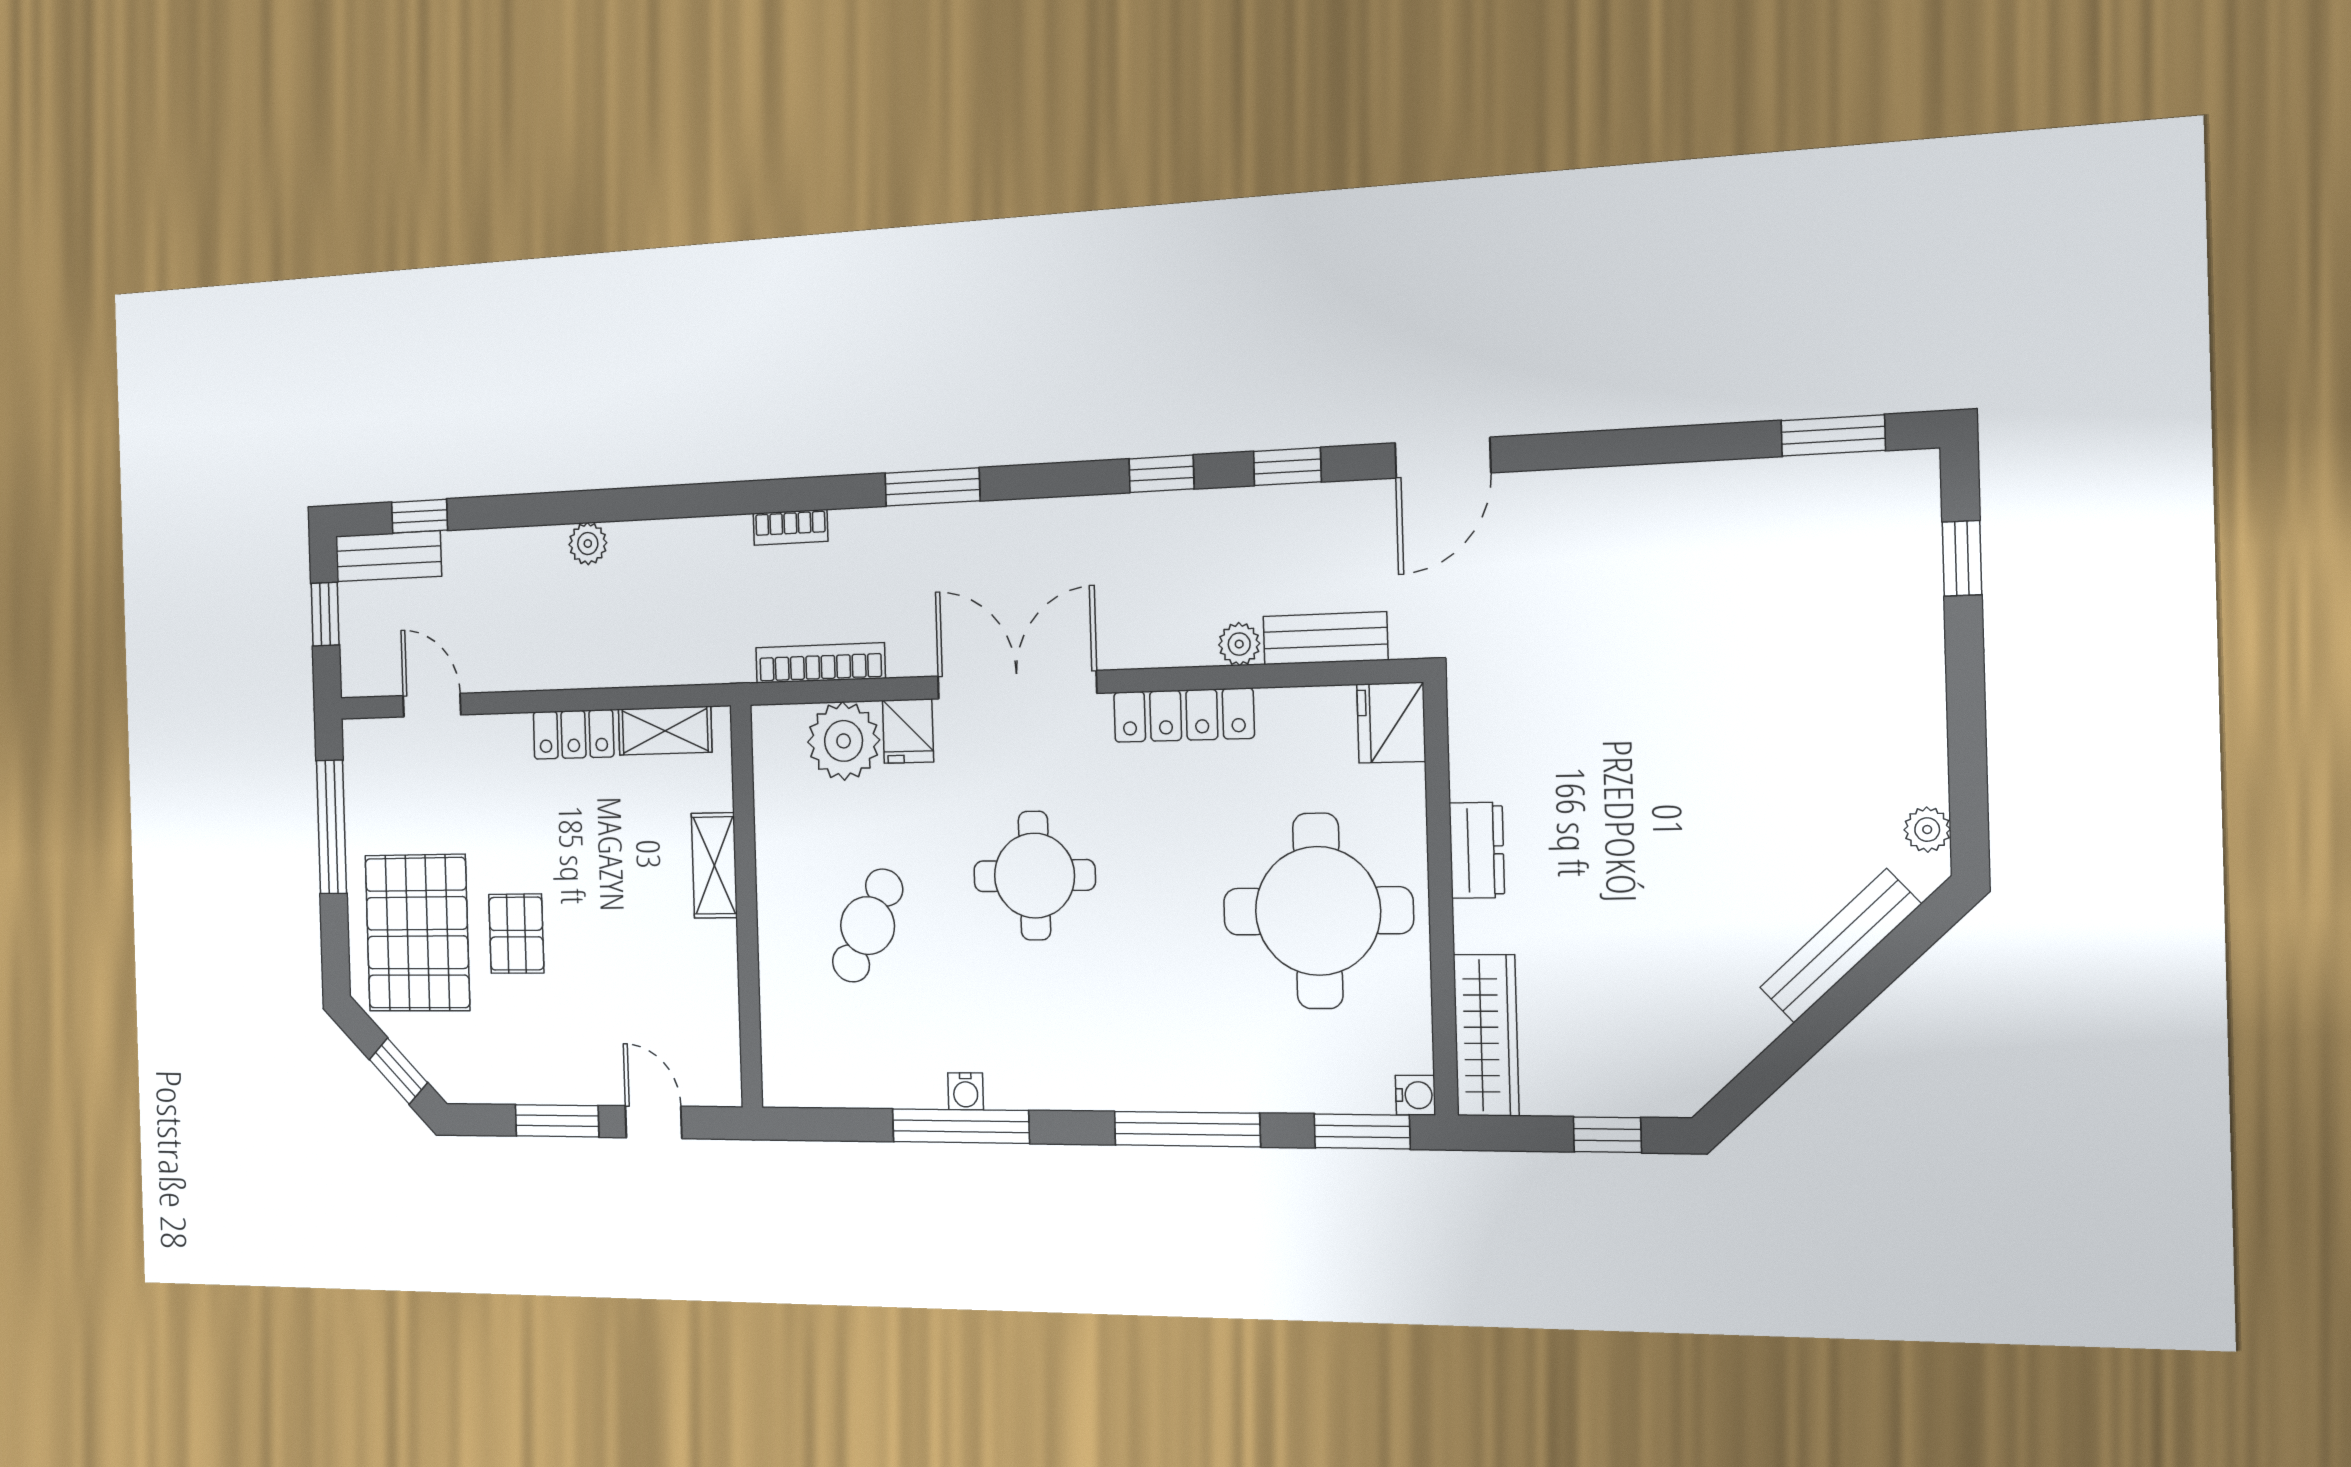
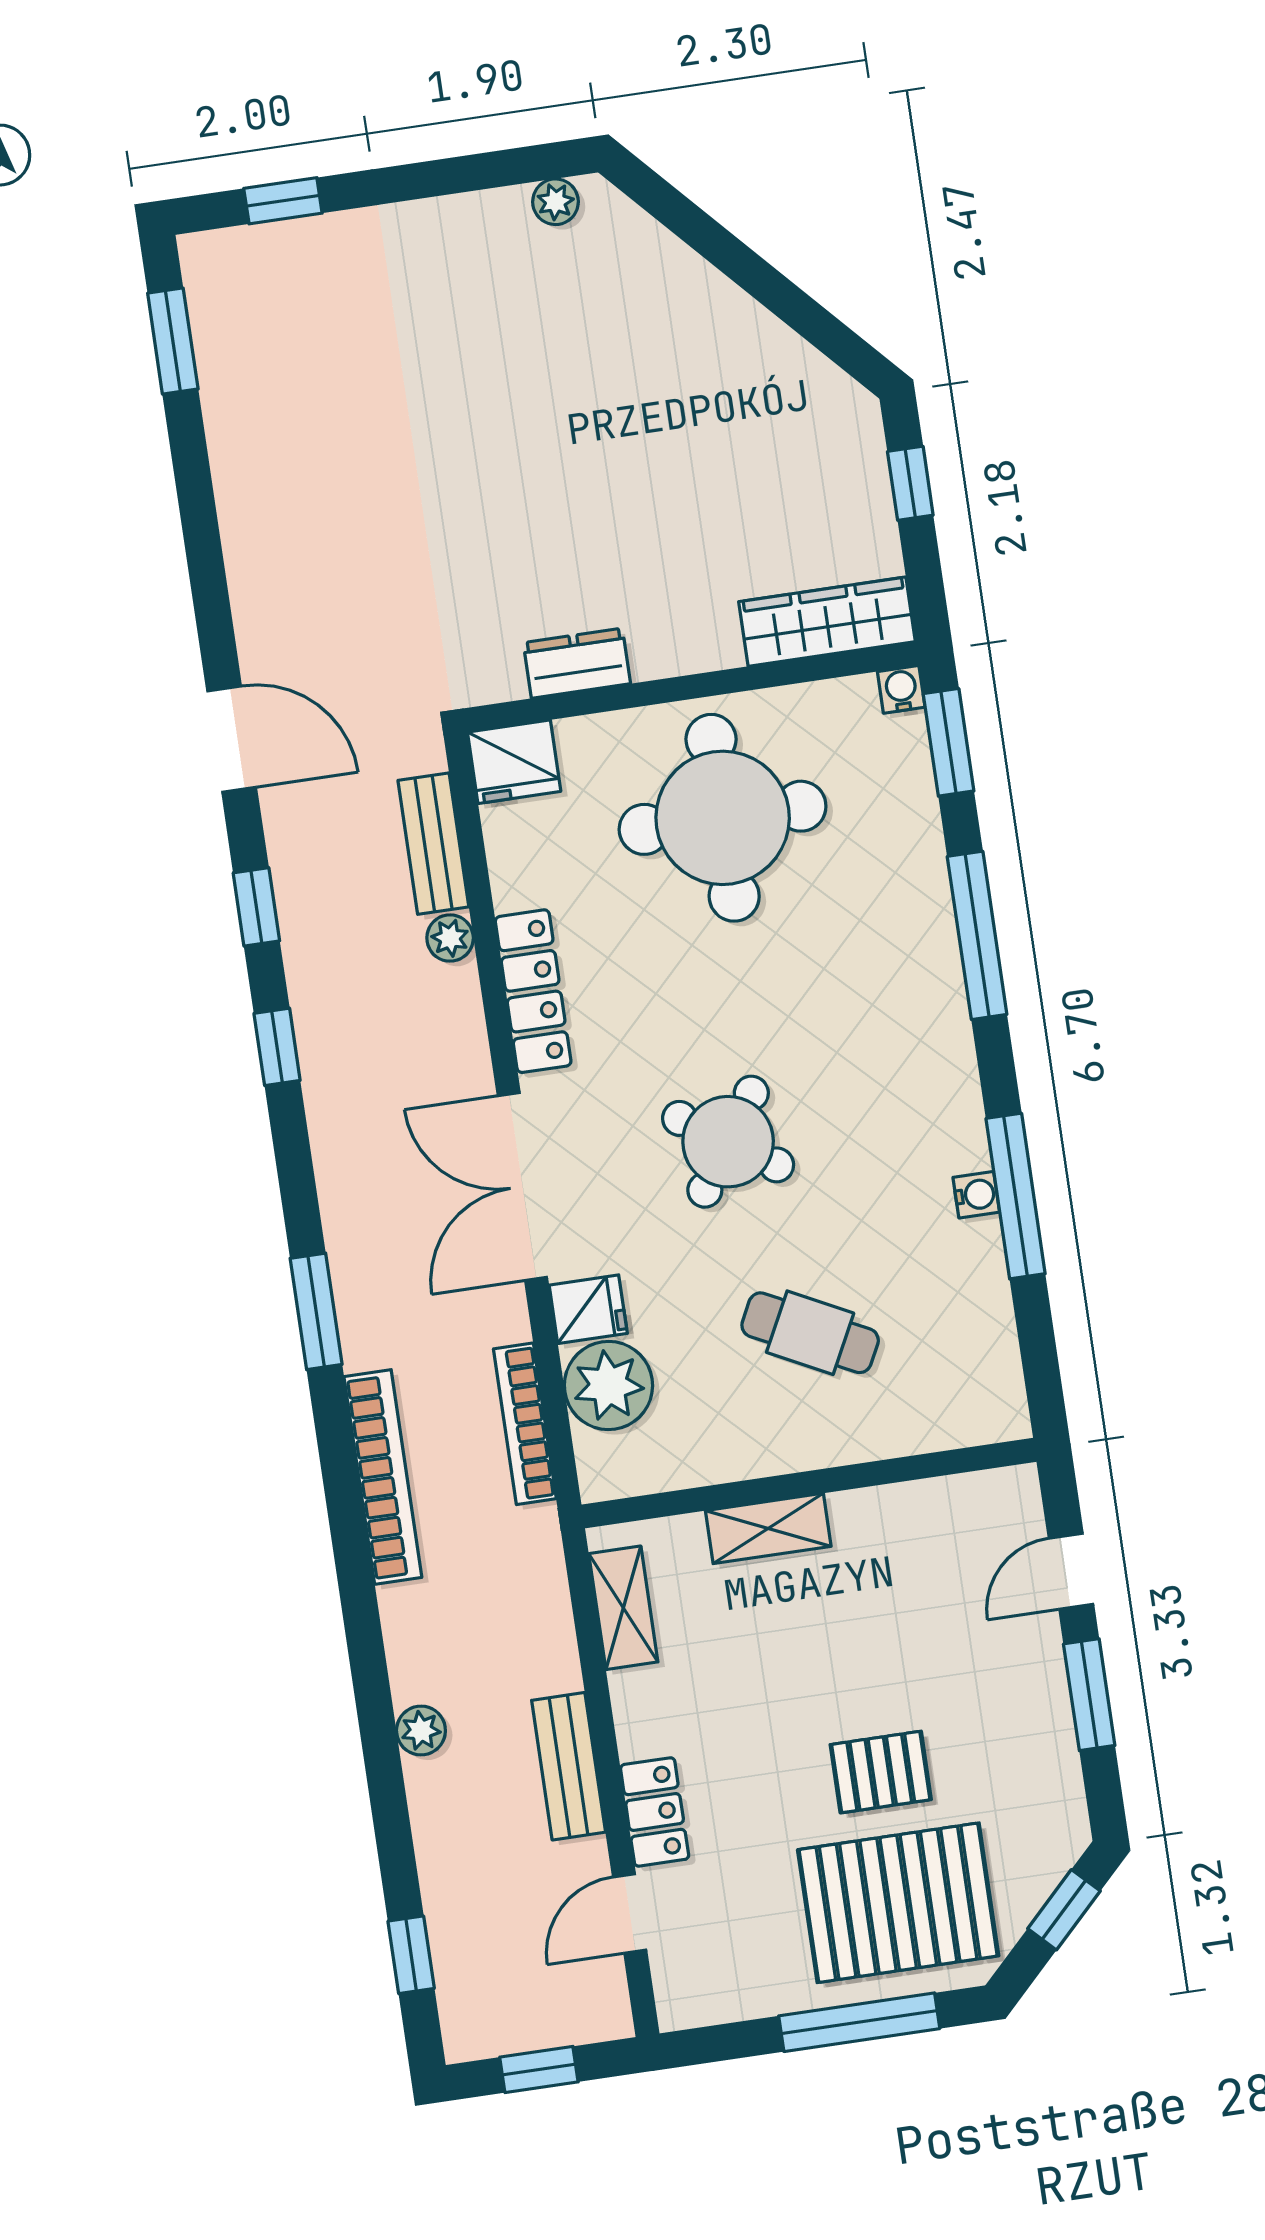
bookcase: (790, 527) -> (383, 1477), width x2.31, depth x1.31
bench: (388, 556) -> (569, 1766), moved
locker: (573, 734) -> (655, 1812), moved
window: (331, 827) -> (859, 2022), moved
dresser: (1477, 850) -> (577, 663), moved
round table: (1034, 876) -> (728, 1142), turned 34
bench: (1840, 946) -> (683, 272), removed

